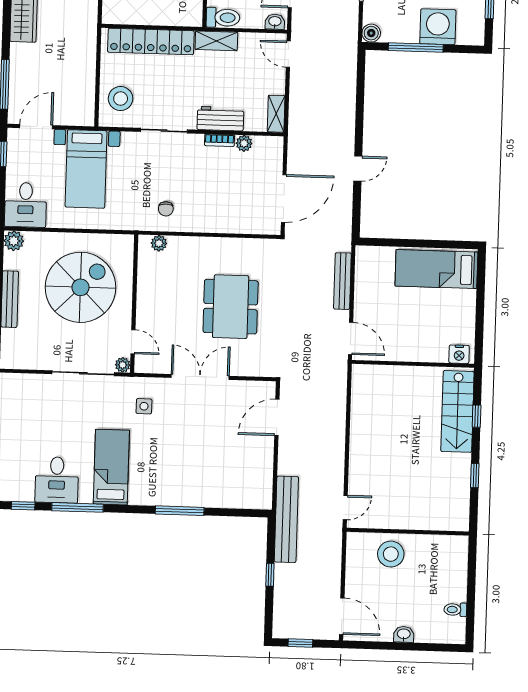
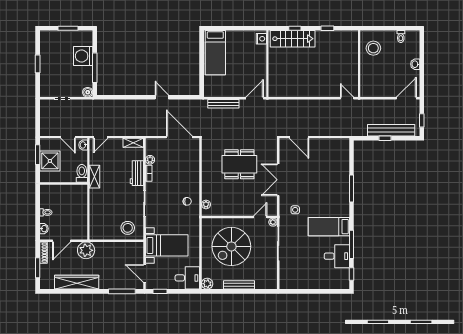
plant: (82, 21) -> (86, 250), added
locker: (151, 41) -> (96, 212), removed
spiral stairs: (81, 287) -> (231, 246), turned -90
bench: (286, 519) -> (391, 130), moved
stool: (391, 554) -> (373, 48), moved

